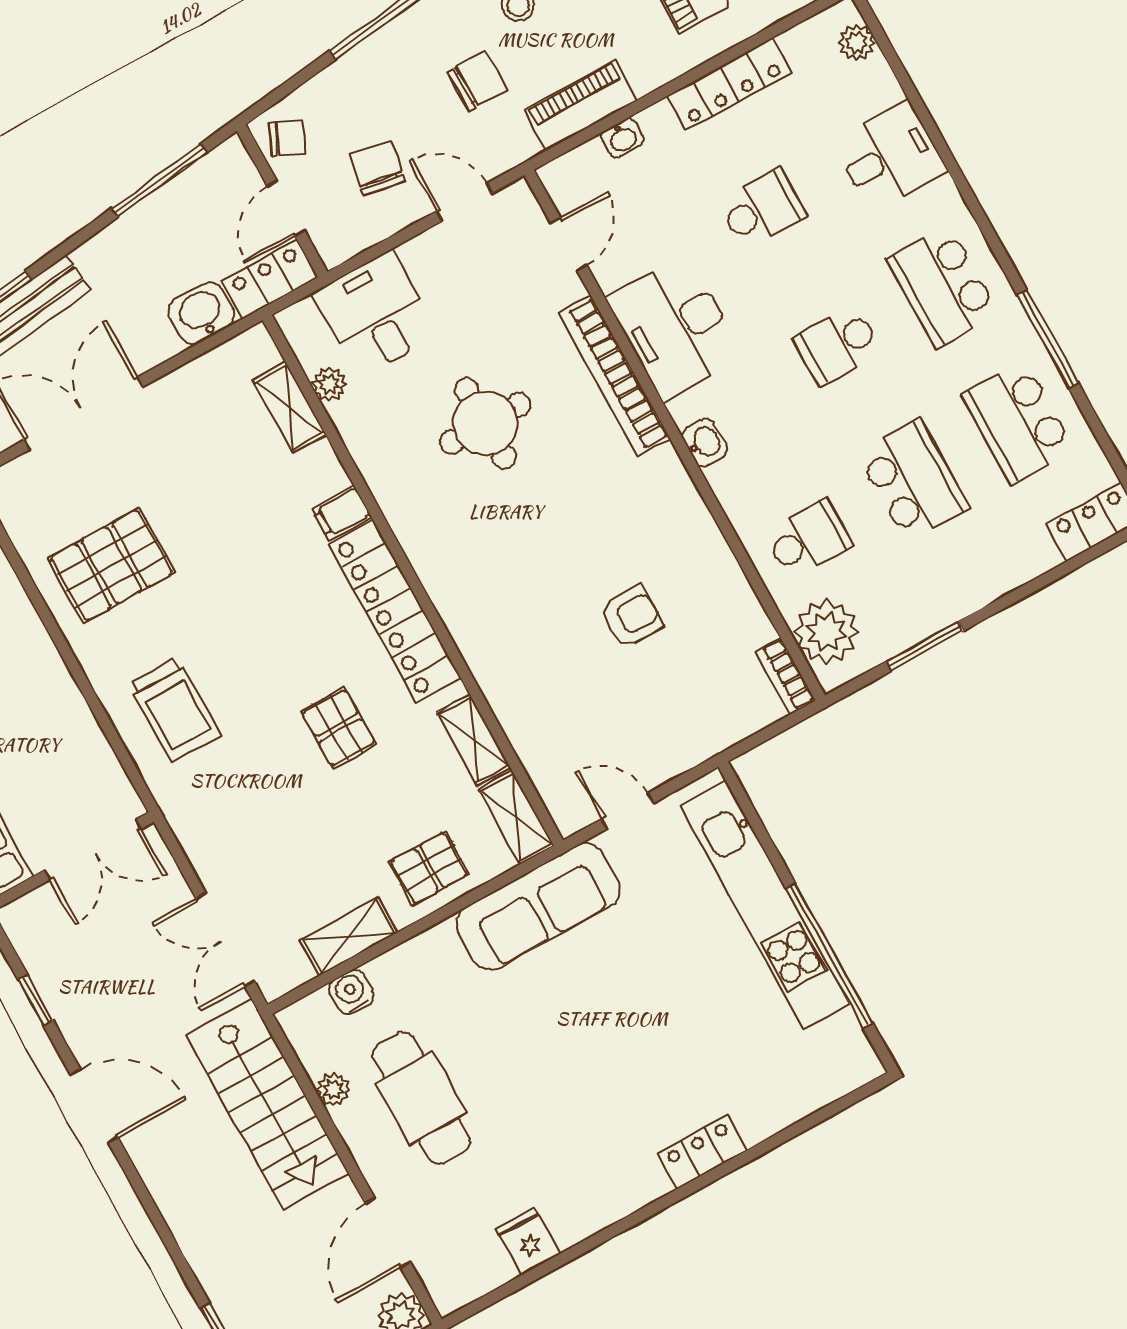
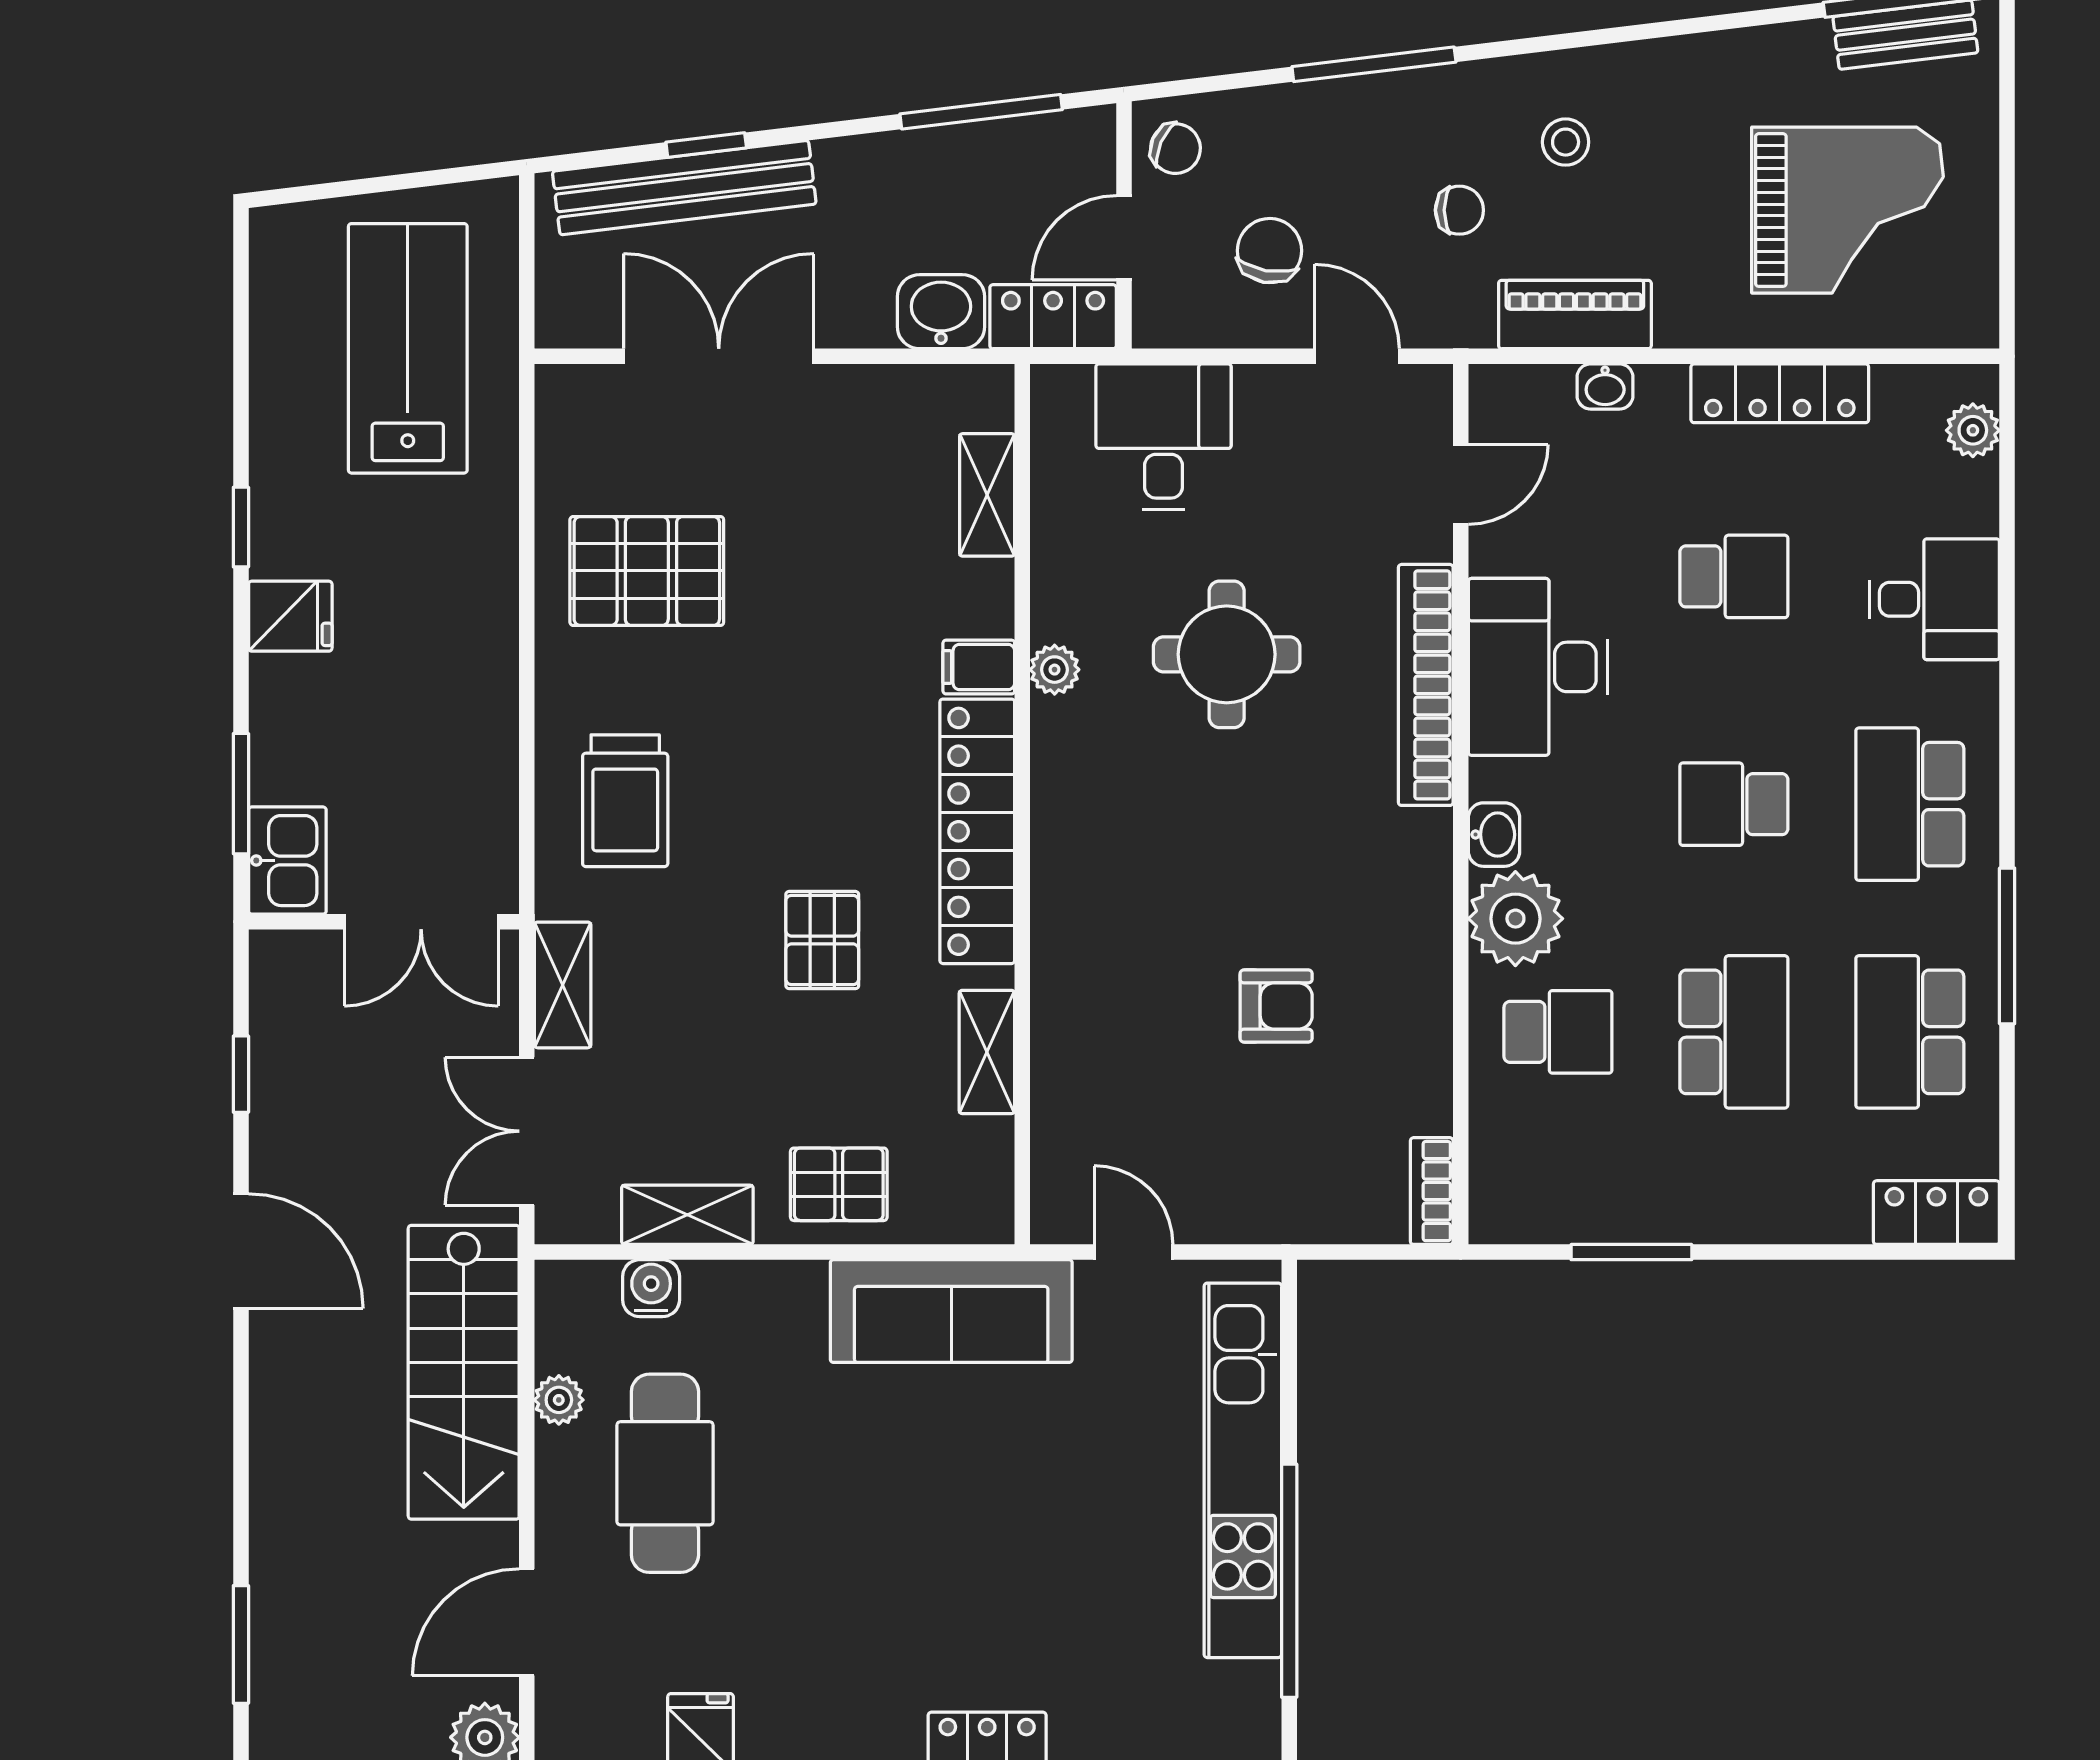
chair: (477, 81) -> (1459, 210), width x0.73, depth x0.73
plant: (329, 384) -> (1055, 670), moved
plant: (826, 632) -> (1515, 919), moved
shelving: (516, 818) -> (563, 985), moved

